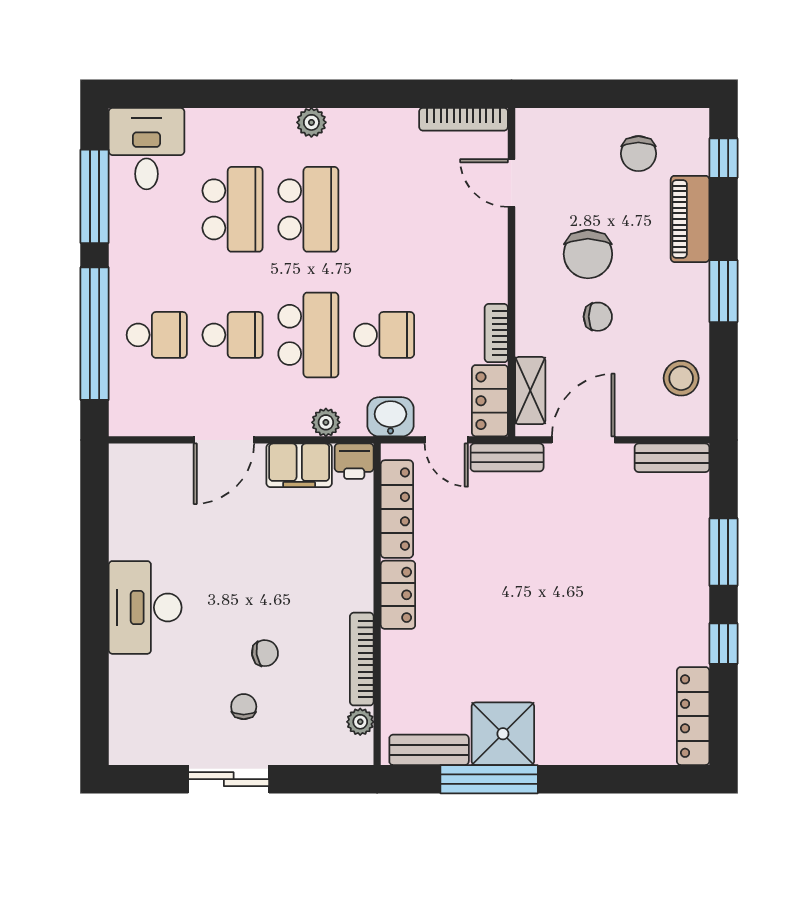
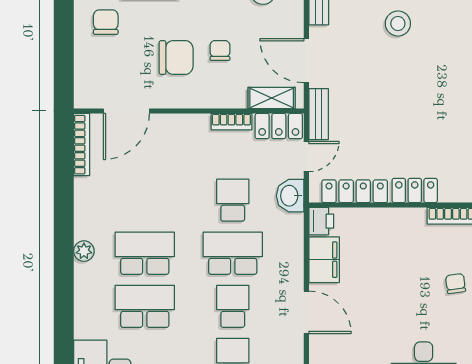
chair: (638, 154) -> (106, 22), turned -90
door: (511, 183) -> (126, 111), width x1.38
plant: (326, 422) -> (294, 241), removed
stool: (636, 571) -> (398, 23), added

